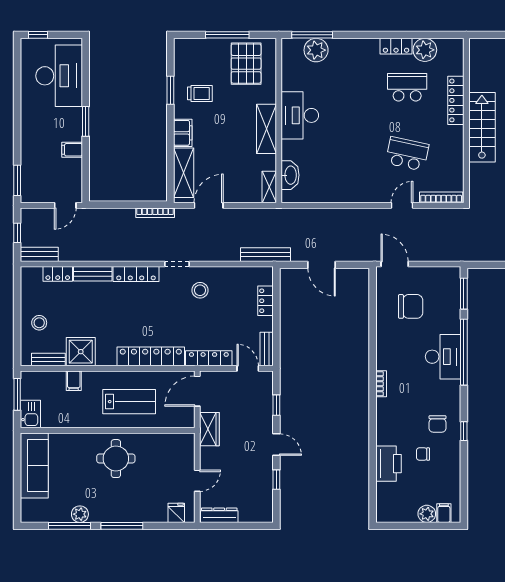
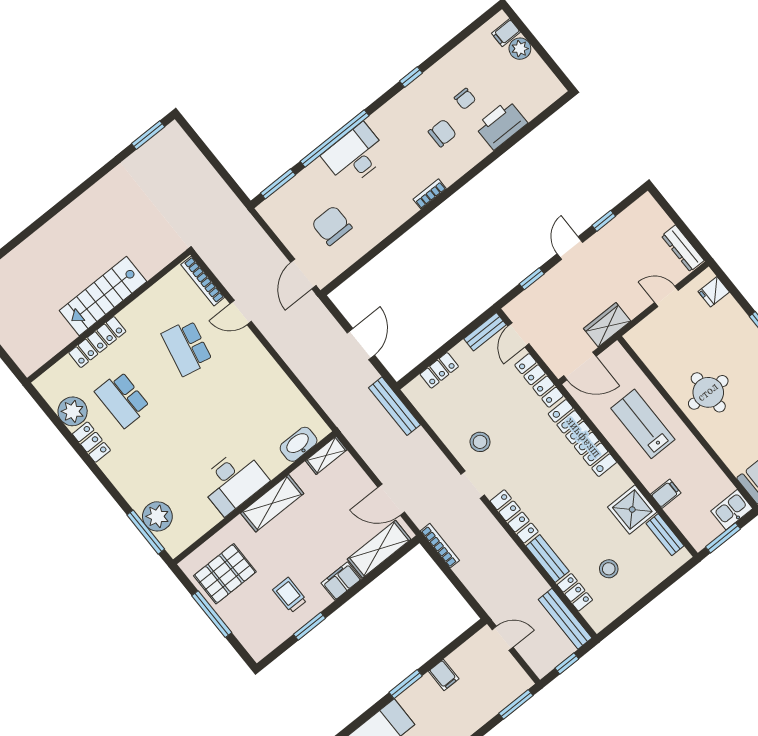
bench: (39, 254) -> (565, 619), width x1.36
stool: (39, 323) -> (609, 569), moved
chair: (438, 424) -> (442, 133), moved

